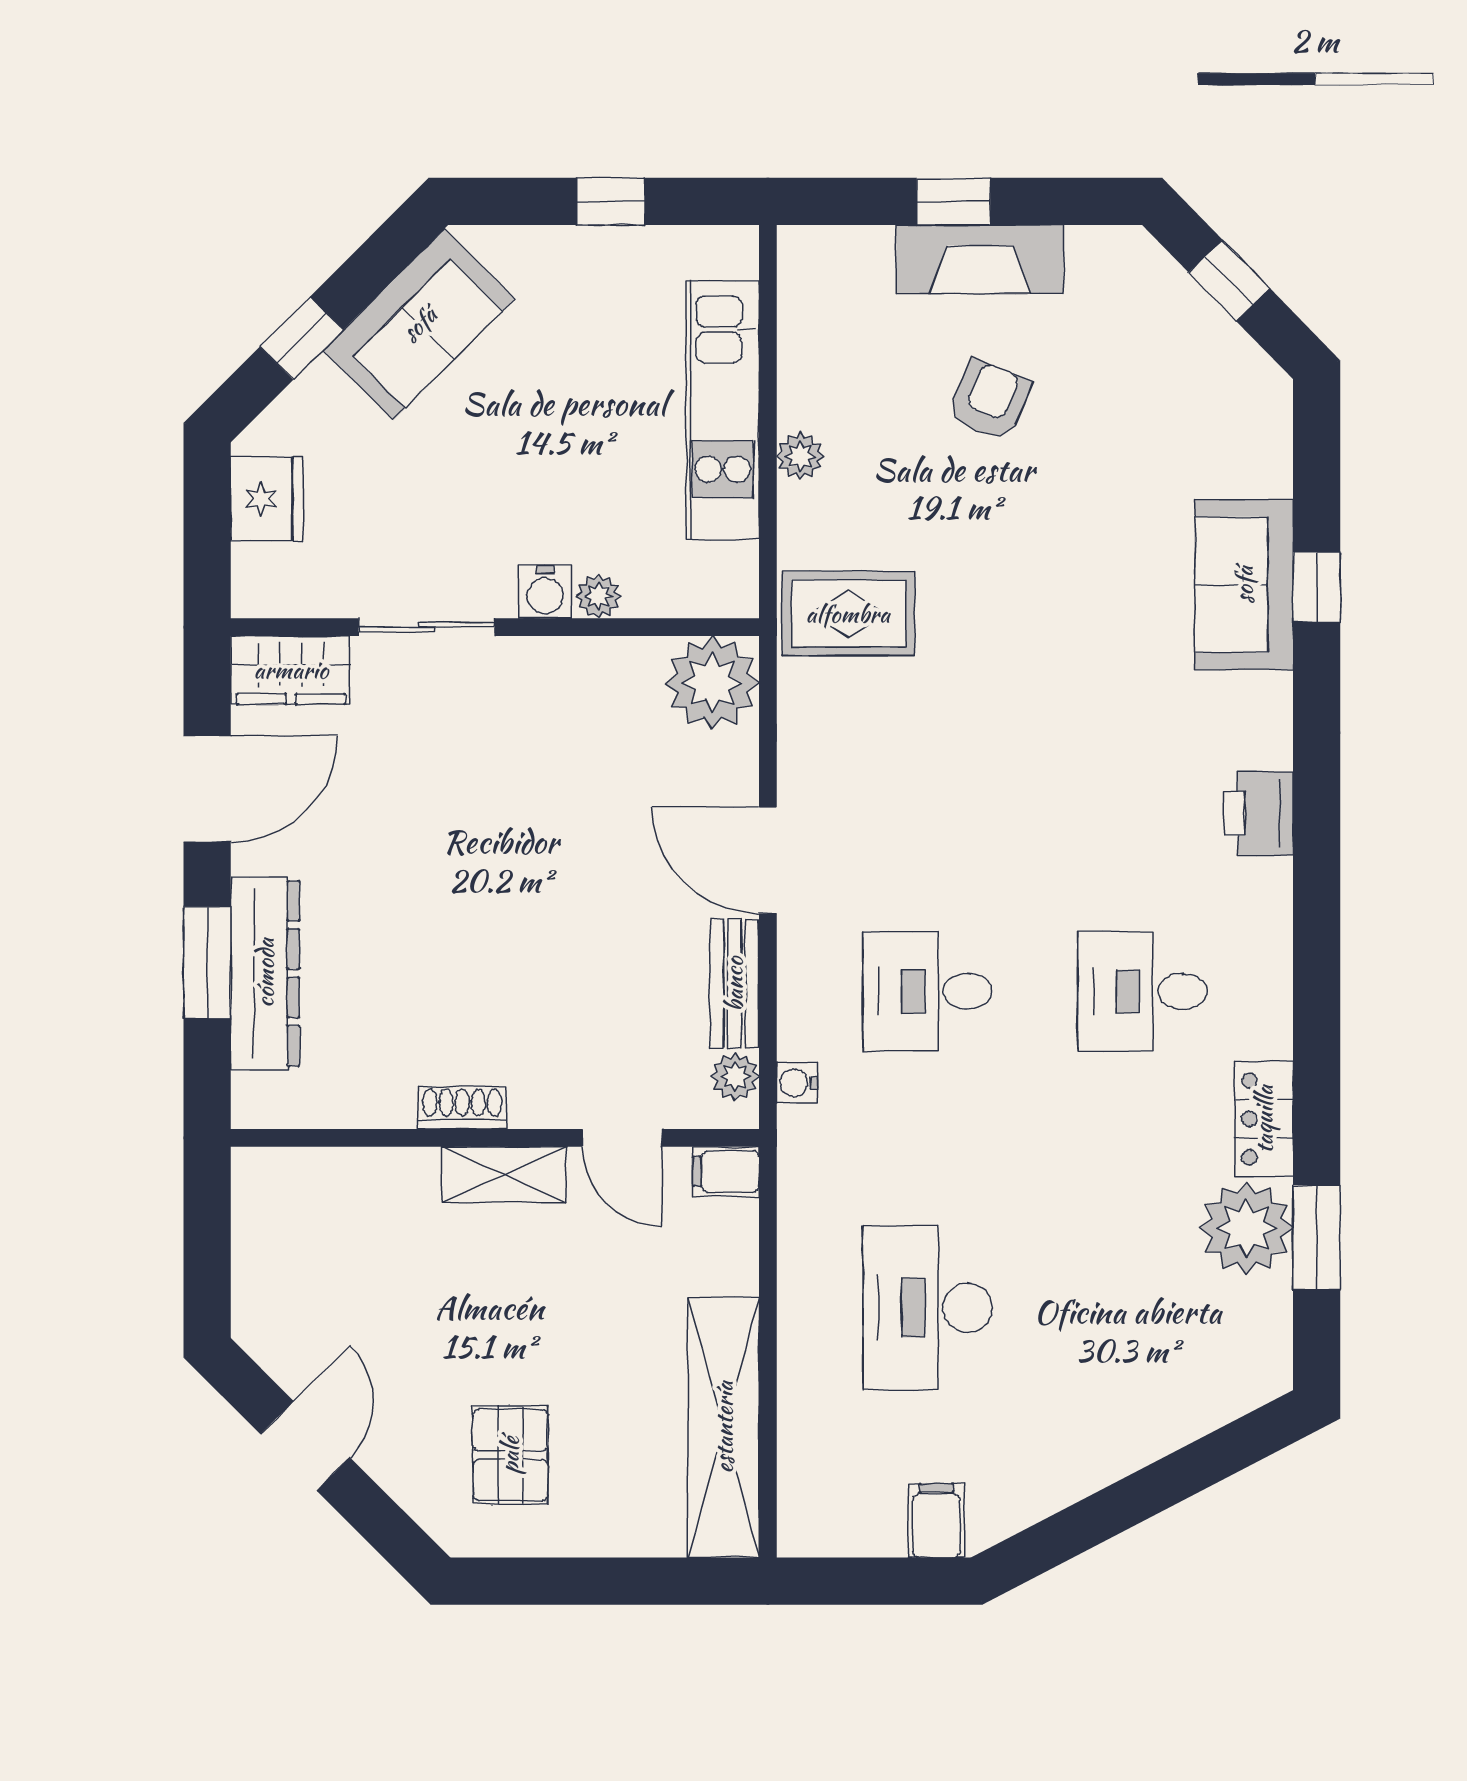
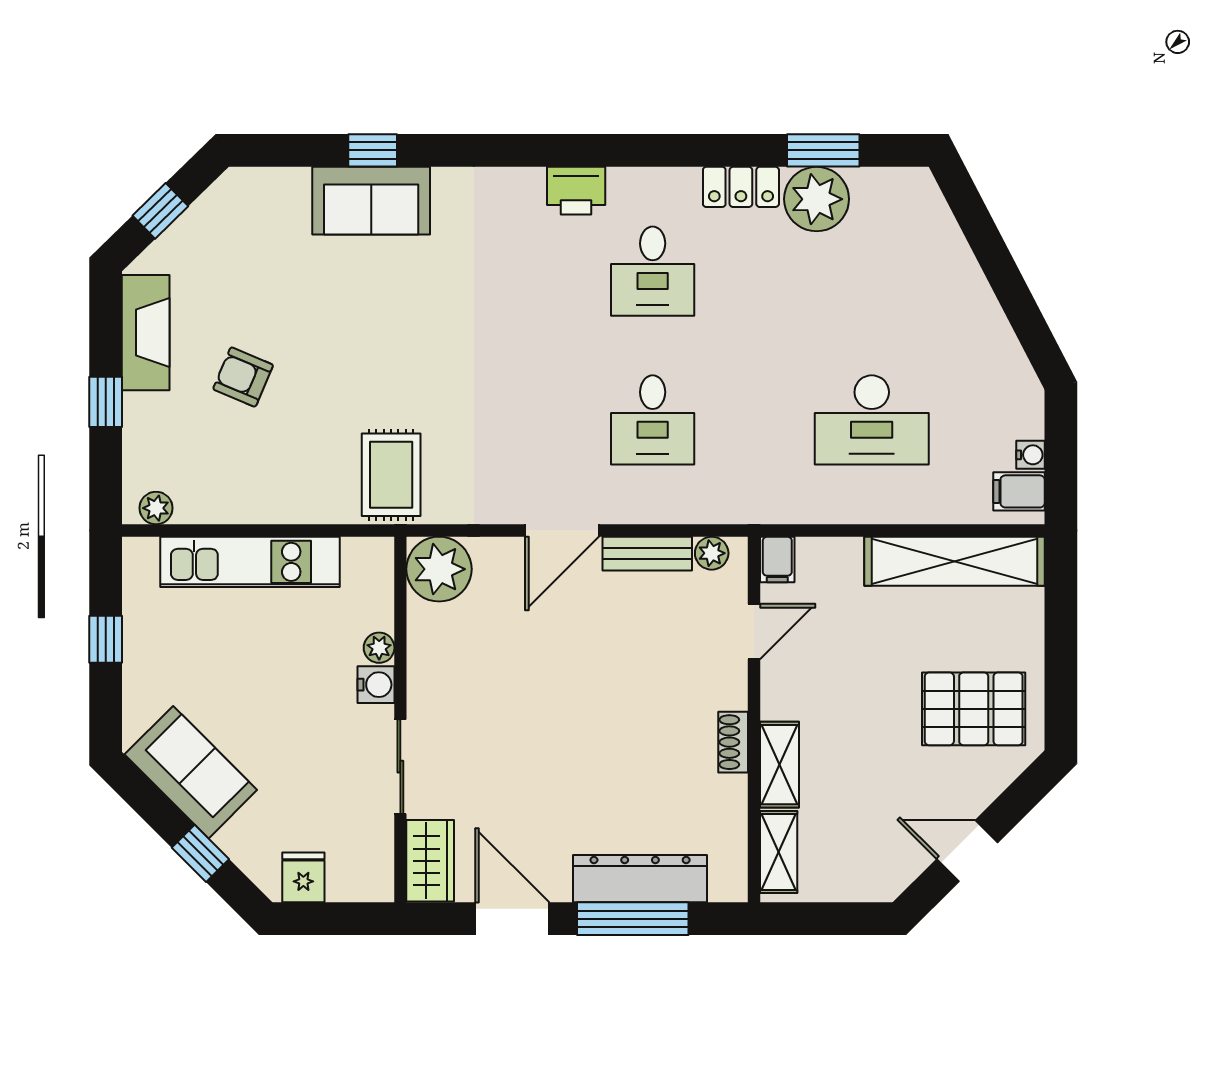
fireplace: (980, 259) -> (146, 333), moved
plant: (800, 456) -> (156, 508), moved
fridge: (267, 499) -> (303, 877), width x0.72
printer: (1259, 813) -> (576, 191), moved
window: (207, 963) -> (633, 919), width x1.44
water cooler: (797, 1083) -> (1031, 455), moved, turned -90
shelving: (304, 1173) -> (779, 852), added
shelving: (504, 1175) -> (779, 765), moved
pallet: (510, 1455) -> (974, 709), width x1.50, depth x1.42
filing cabinet: (936, 1520) -> (1019, 491), moved

